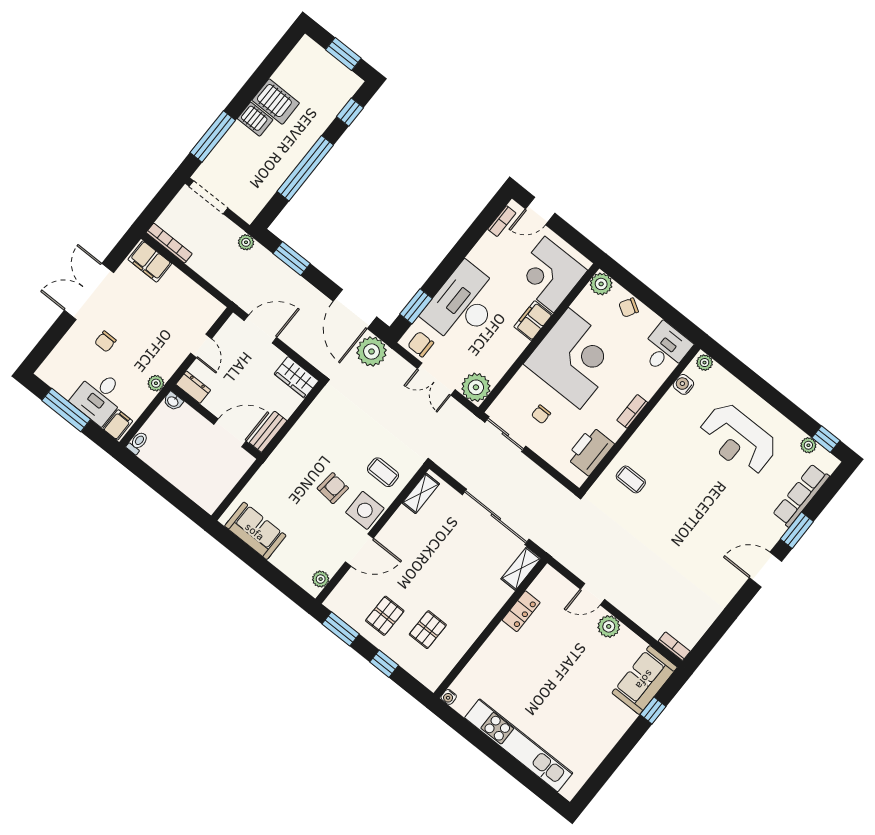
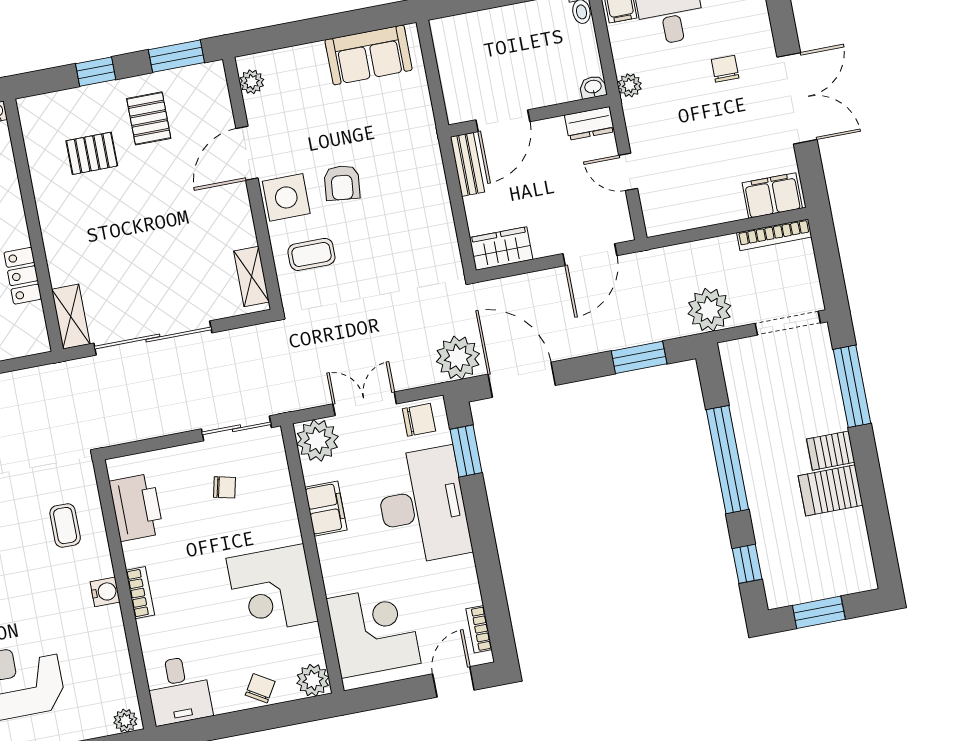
plant: (246, 242) -> (709, 310), width x1.88, depth x1.88
filing cabinet: (533, 321) -> (326, 509), moved
corner desk: (574, 358) -> (272, 590), width x0.74, depth x0.74
water cooler: (683, 384) -> (105, 592), moved
chair: (541, 414) -> (224, 487), turned 103
coffee table: (631, 479) -> (65, 526), turned 90
pallet: (428, 630) -> (92, 153), turned 90

